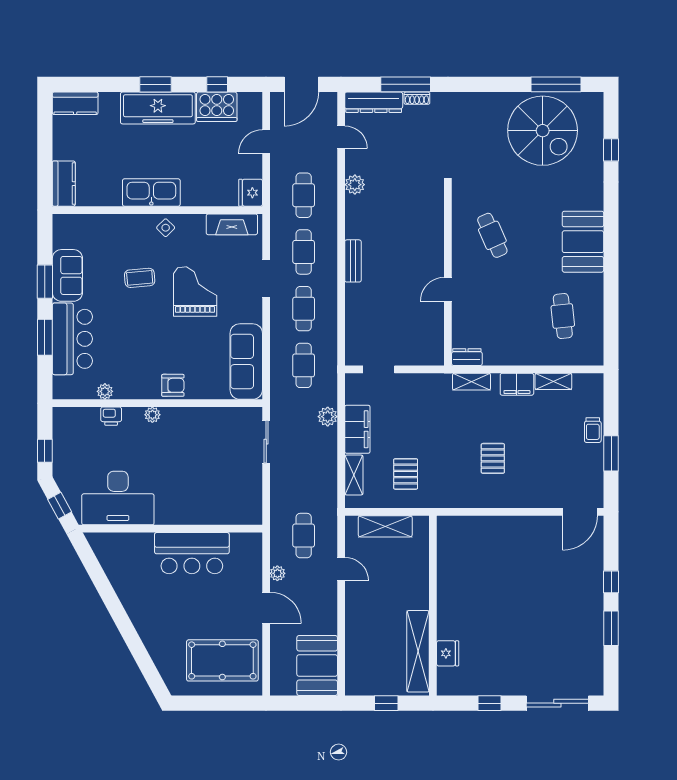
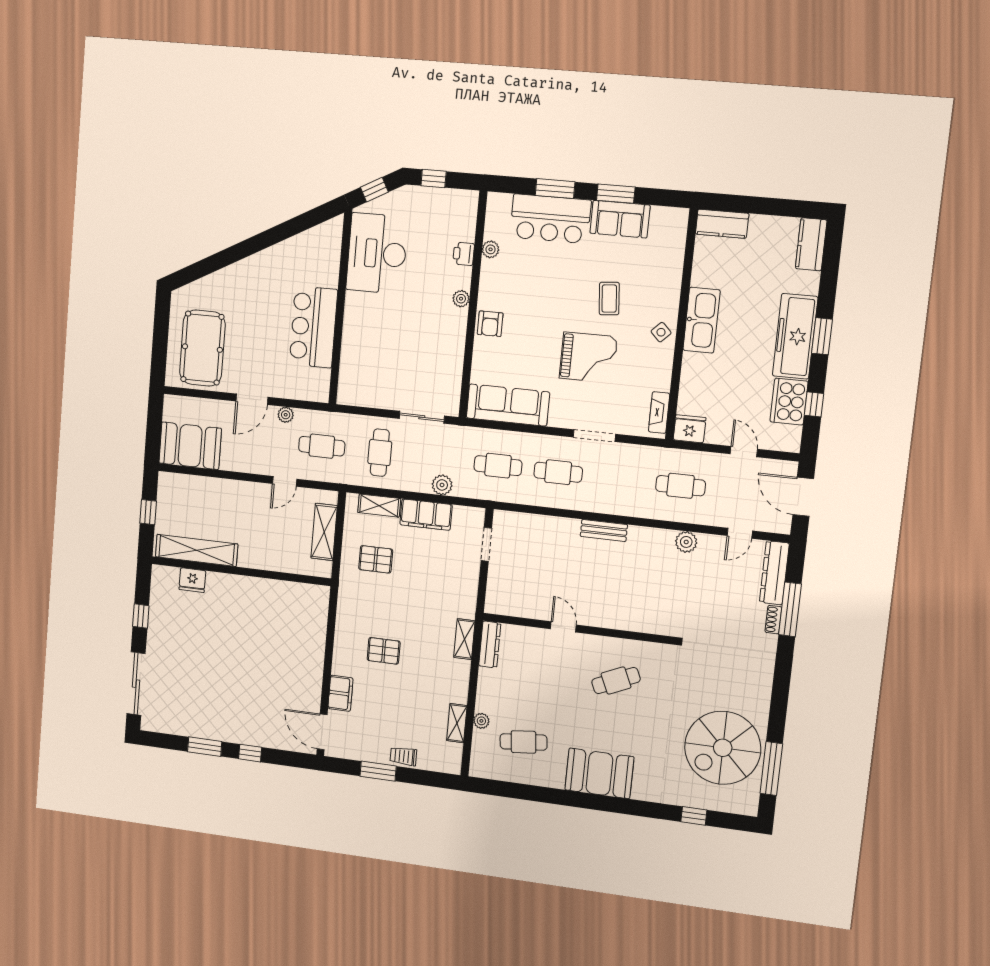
fireplace: (232, 224) -> (659, 413), width x0.73, depth x0.76
cafe table: (304, 252) -> (380, 453), moved, turned 90
dresser: (467, 357) -> (490, 644), width x1.44
plant: (548, 358) -> (481, 721), added
filing cabinet: (517, 384) -> (340, 693), moved, turned 180

